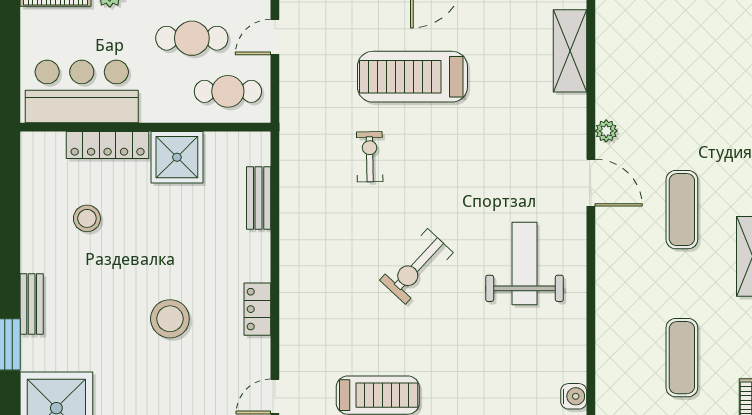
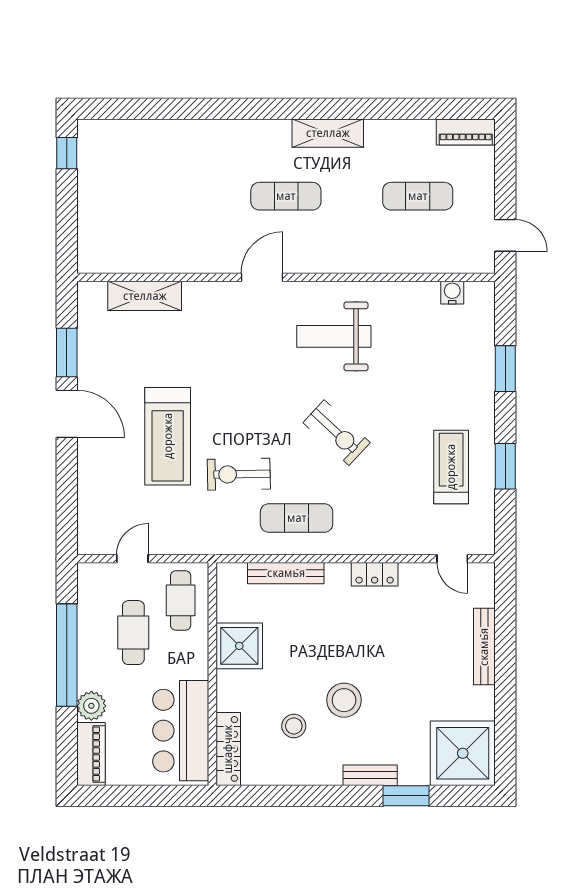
door: (275, 37) -> (132, 559), swing flipped
plant: (606, 131) -> (216, 264), removed
locker: (108, 145) -> (228, 749), moved
exercise bike: (370, 157) -> (239, 474), width x1.38, depth x1.39
bench: (259, 198) -> (286, 573), width x1.36
exercise mat: (321, 222) -> (297, 518), added
stool: (170, 319) -> (344, 700), moved

